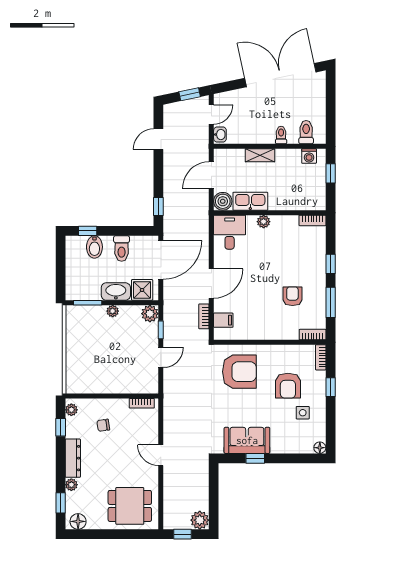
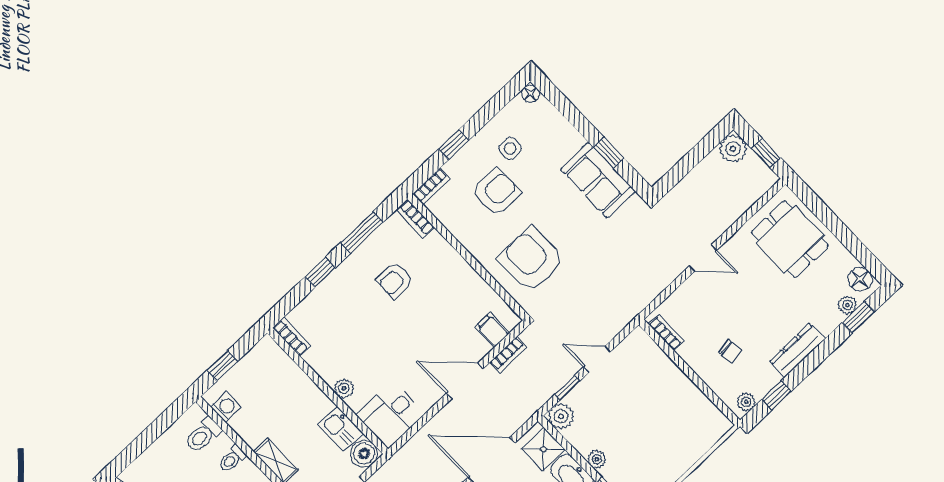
kitchen sink: (250, 201) -> (340, 429), width x0.73
door: (161, 455) -> (703, 258), hinge flipped
plant: (71, 485) -> (847, 305), moved

